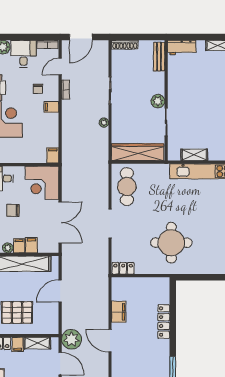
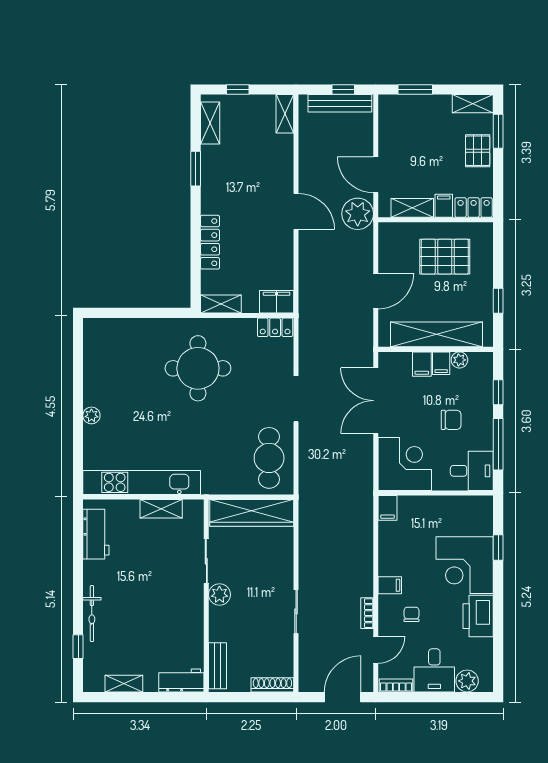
plant: (104, 123) -> (306, 560), removed
shelving: (157, 283) -> (221, 304), added
filing cabinet: (119, 312) -> (277, 302), moved, turned 90

